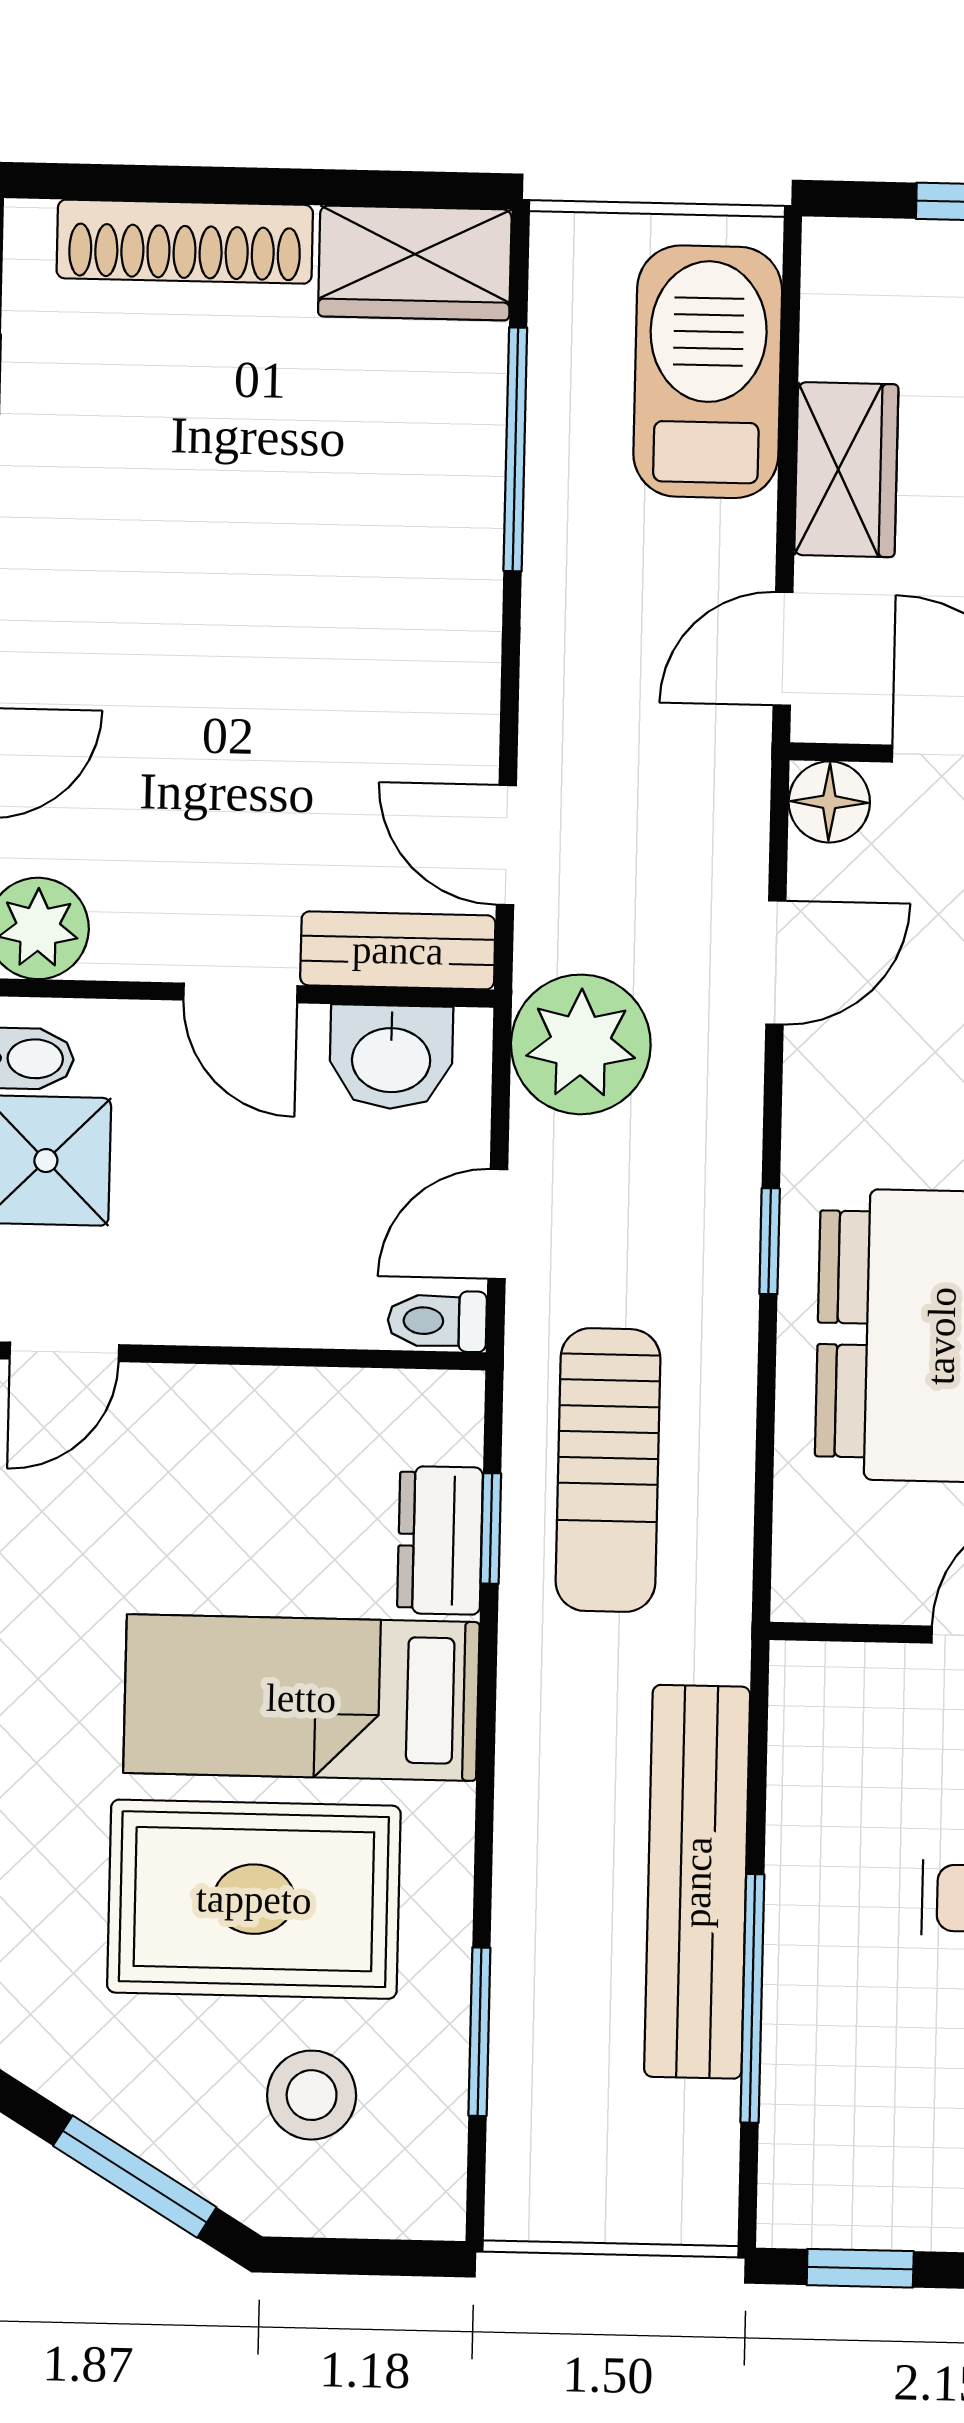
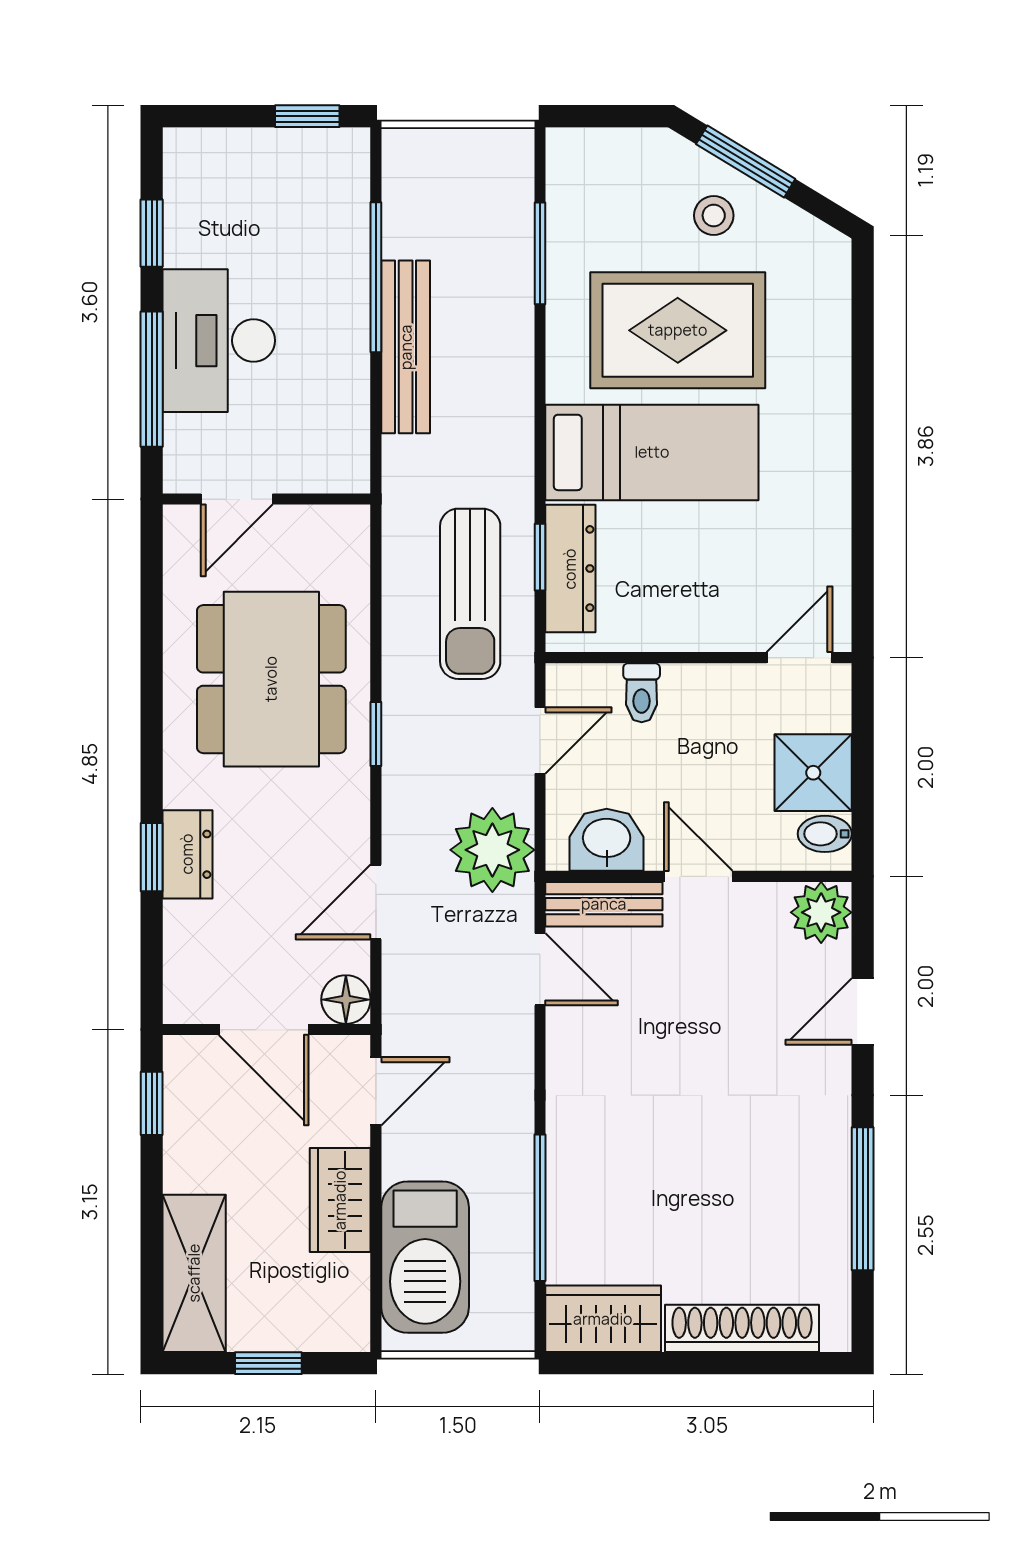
toilet: (437, 1321) -> (642, 693), moved, turned 90
sun lounger: (608, 1470) -> (470, 594), turned 180
dresser: (440, 1540) -> (570, 569), width x1.44
bench: (697, 1882) -> (406, 347), width x0.73, depth x0.82
stool: (312, 2095) -> (714, 215), moved, width x0.73, depth x0.73

